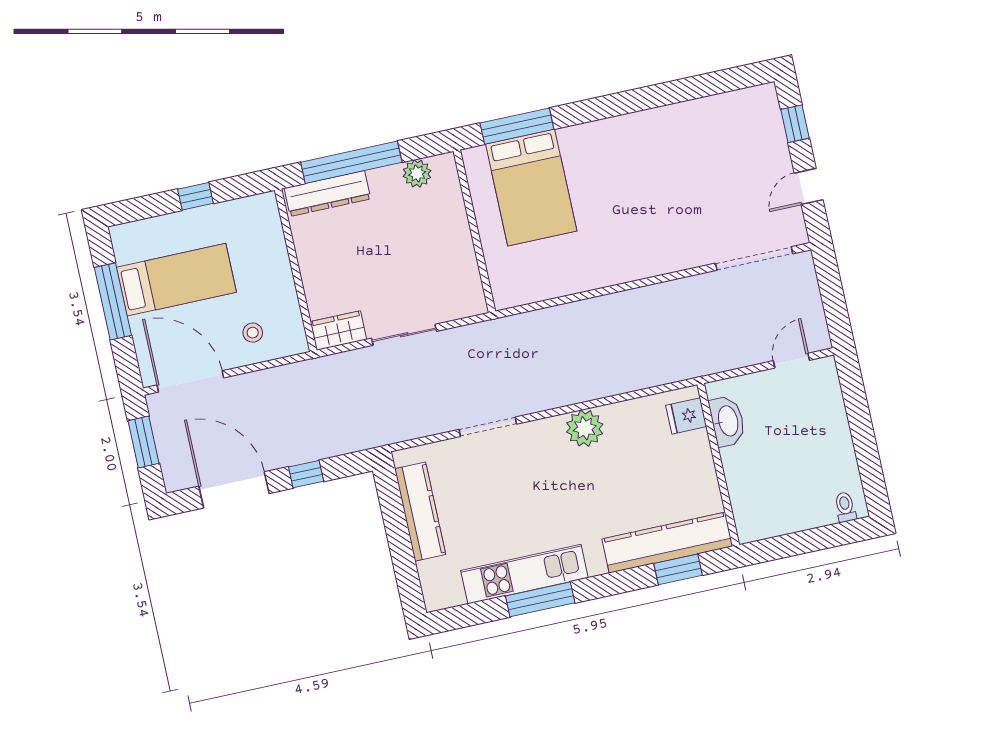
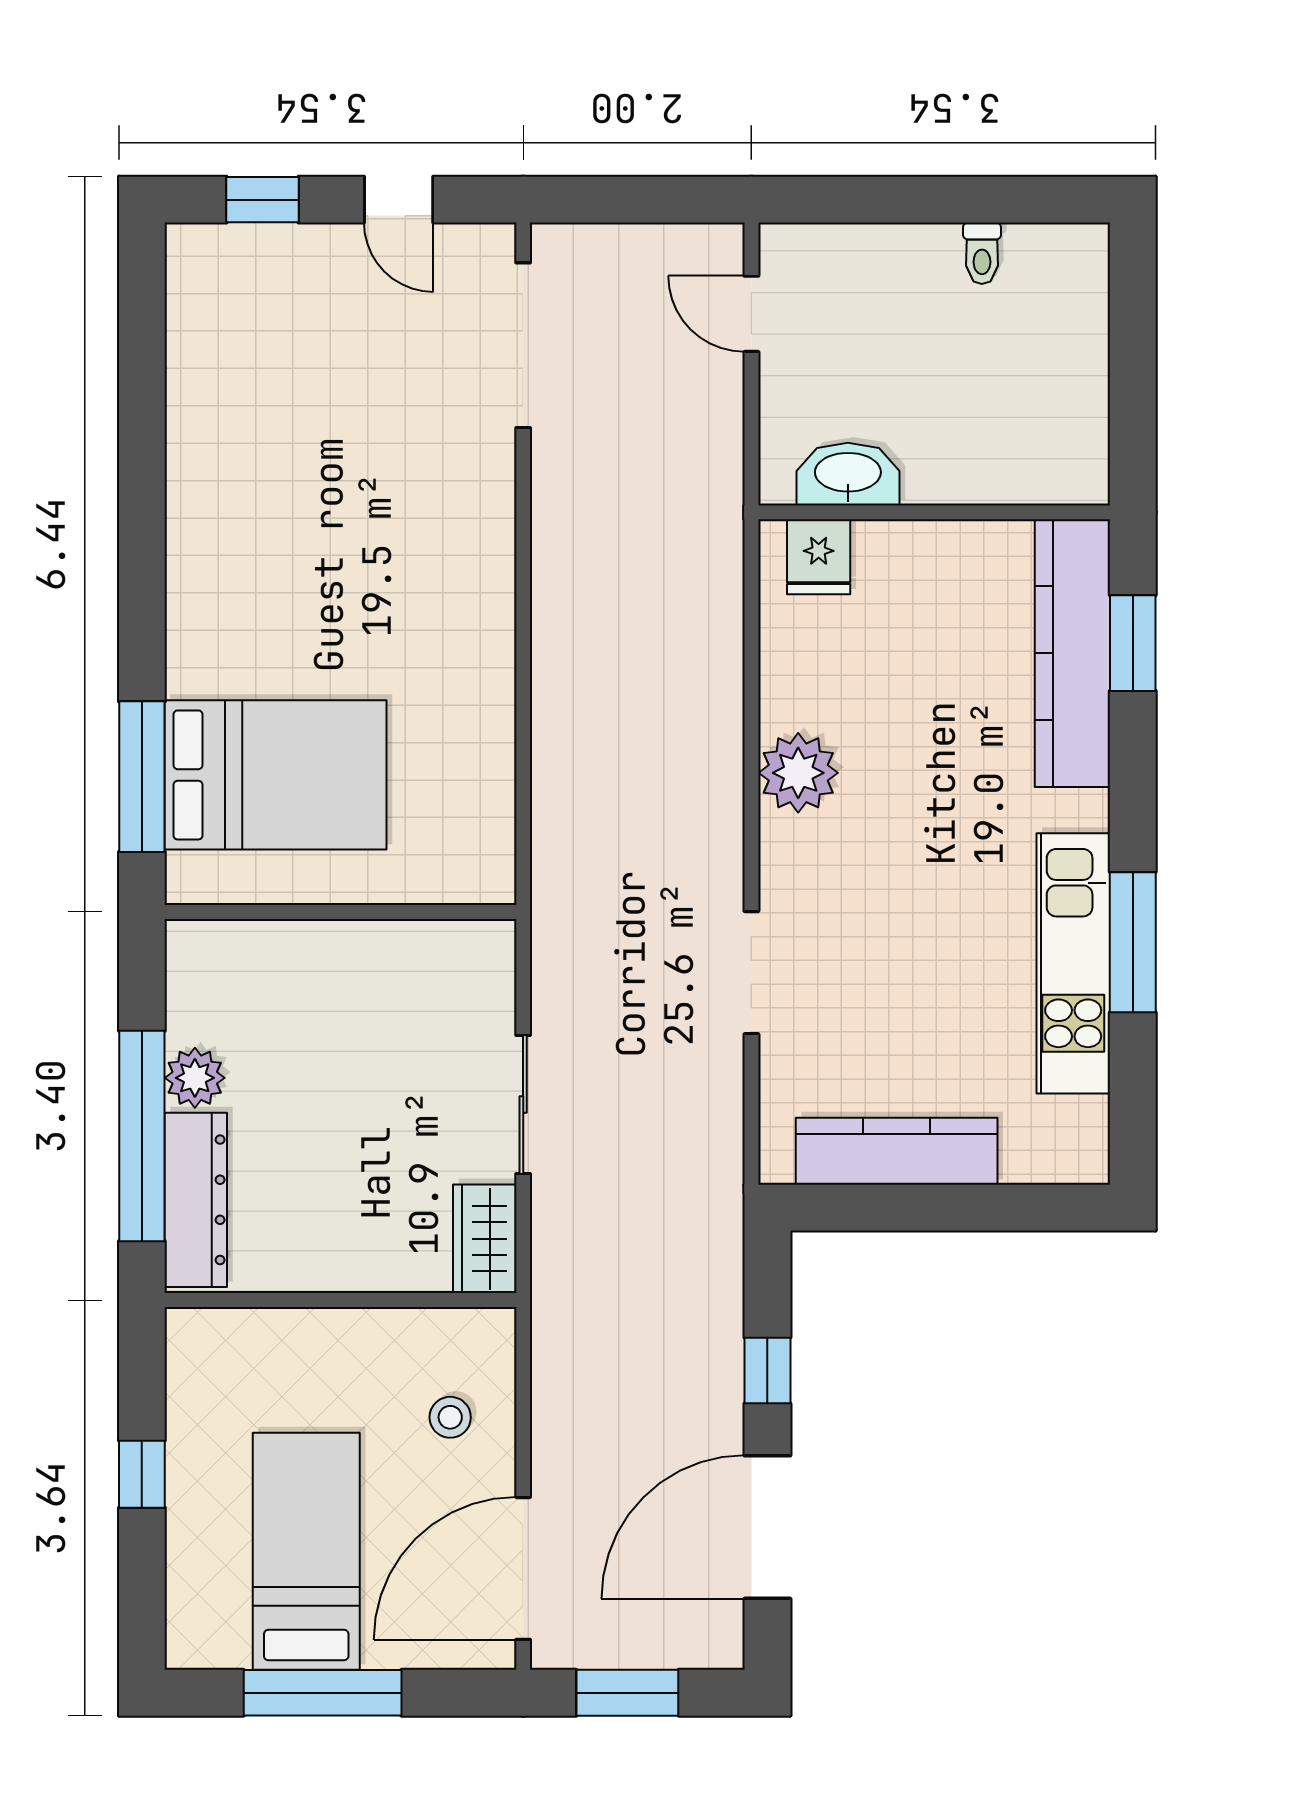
plant: (417, 173) -> (195, 1078), moved
toilet: (845, 507) -> (982, 253), moved, turned -90

